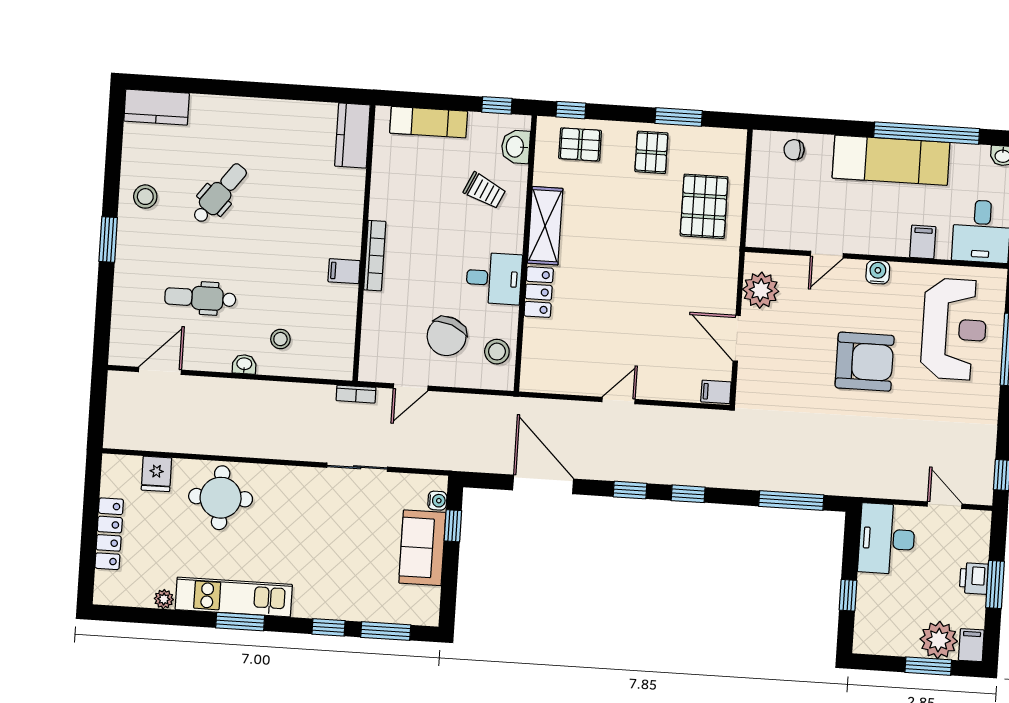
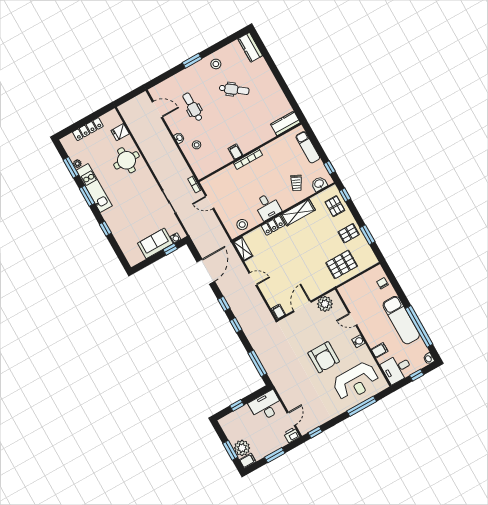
chair: (447, 336) -> (236, 203), removed
shelving: (546, 381) -> (243, 249), added
printer: (974, 578) -> (292, 435), moved
window: (386, 631) -> (71, 167), moved

